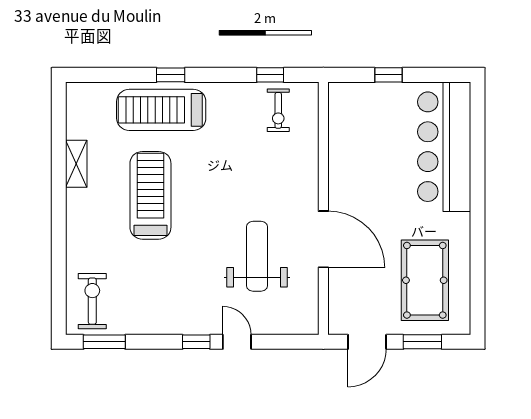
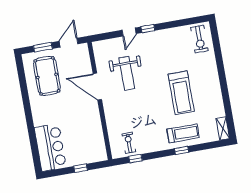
treadmill: (161, 110) -> (183, 133), width x0.73, depth x0.73
bar counter: (444, 147) -> (50, 147), width x0.73
shelving: (76, 164) -> (223, 128), moved
window: (104, 342) -> (191, 21), removed
door: (237, 342) -> (129, 32), hinge flipped

